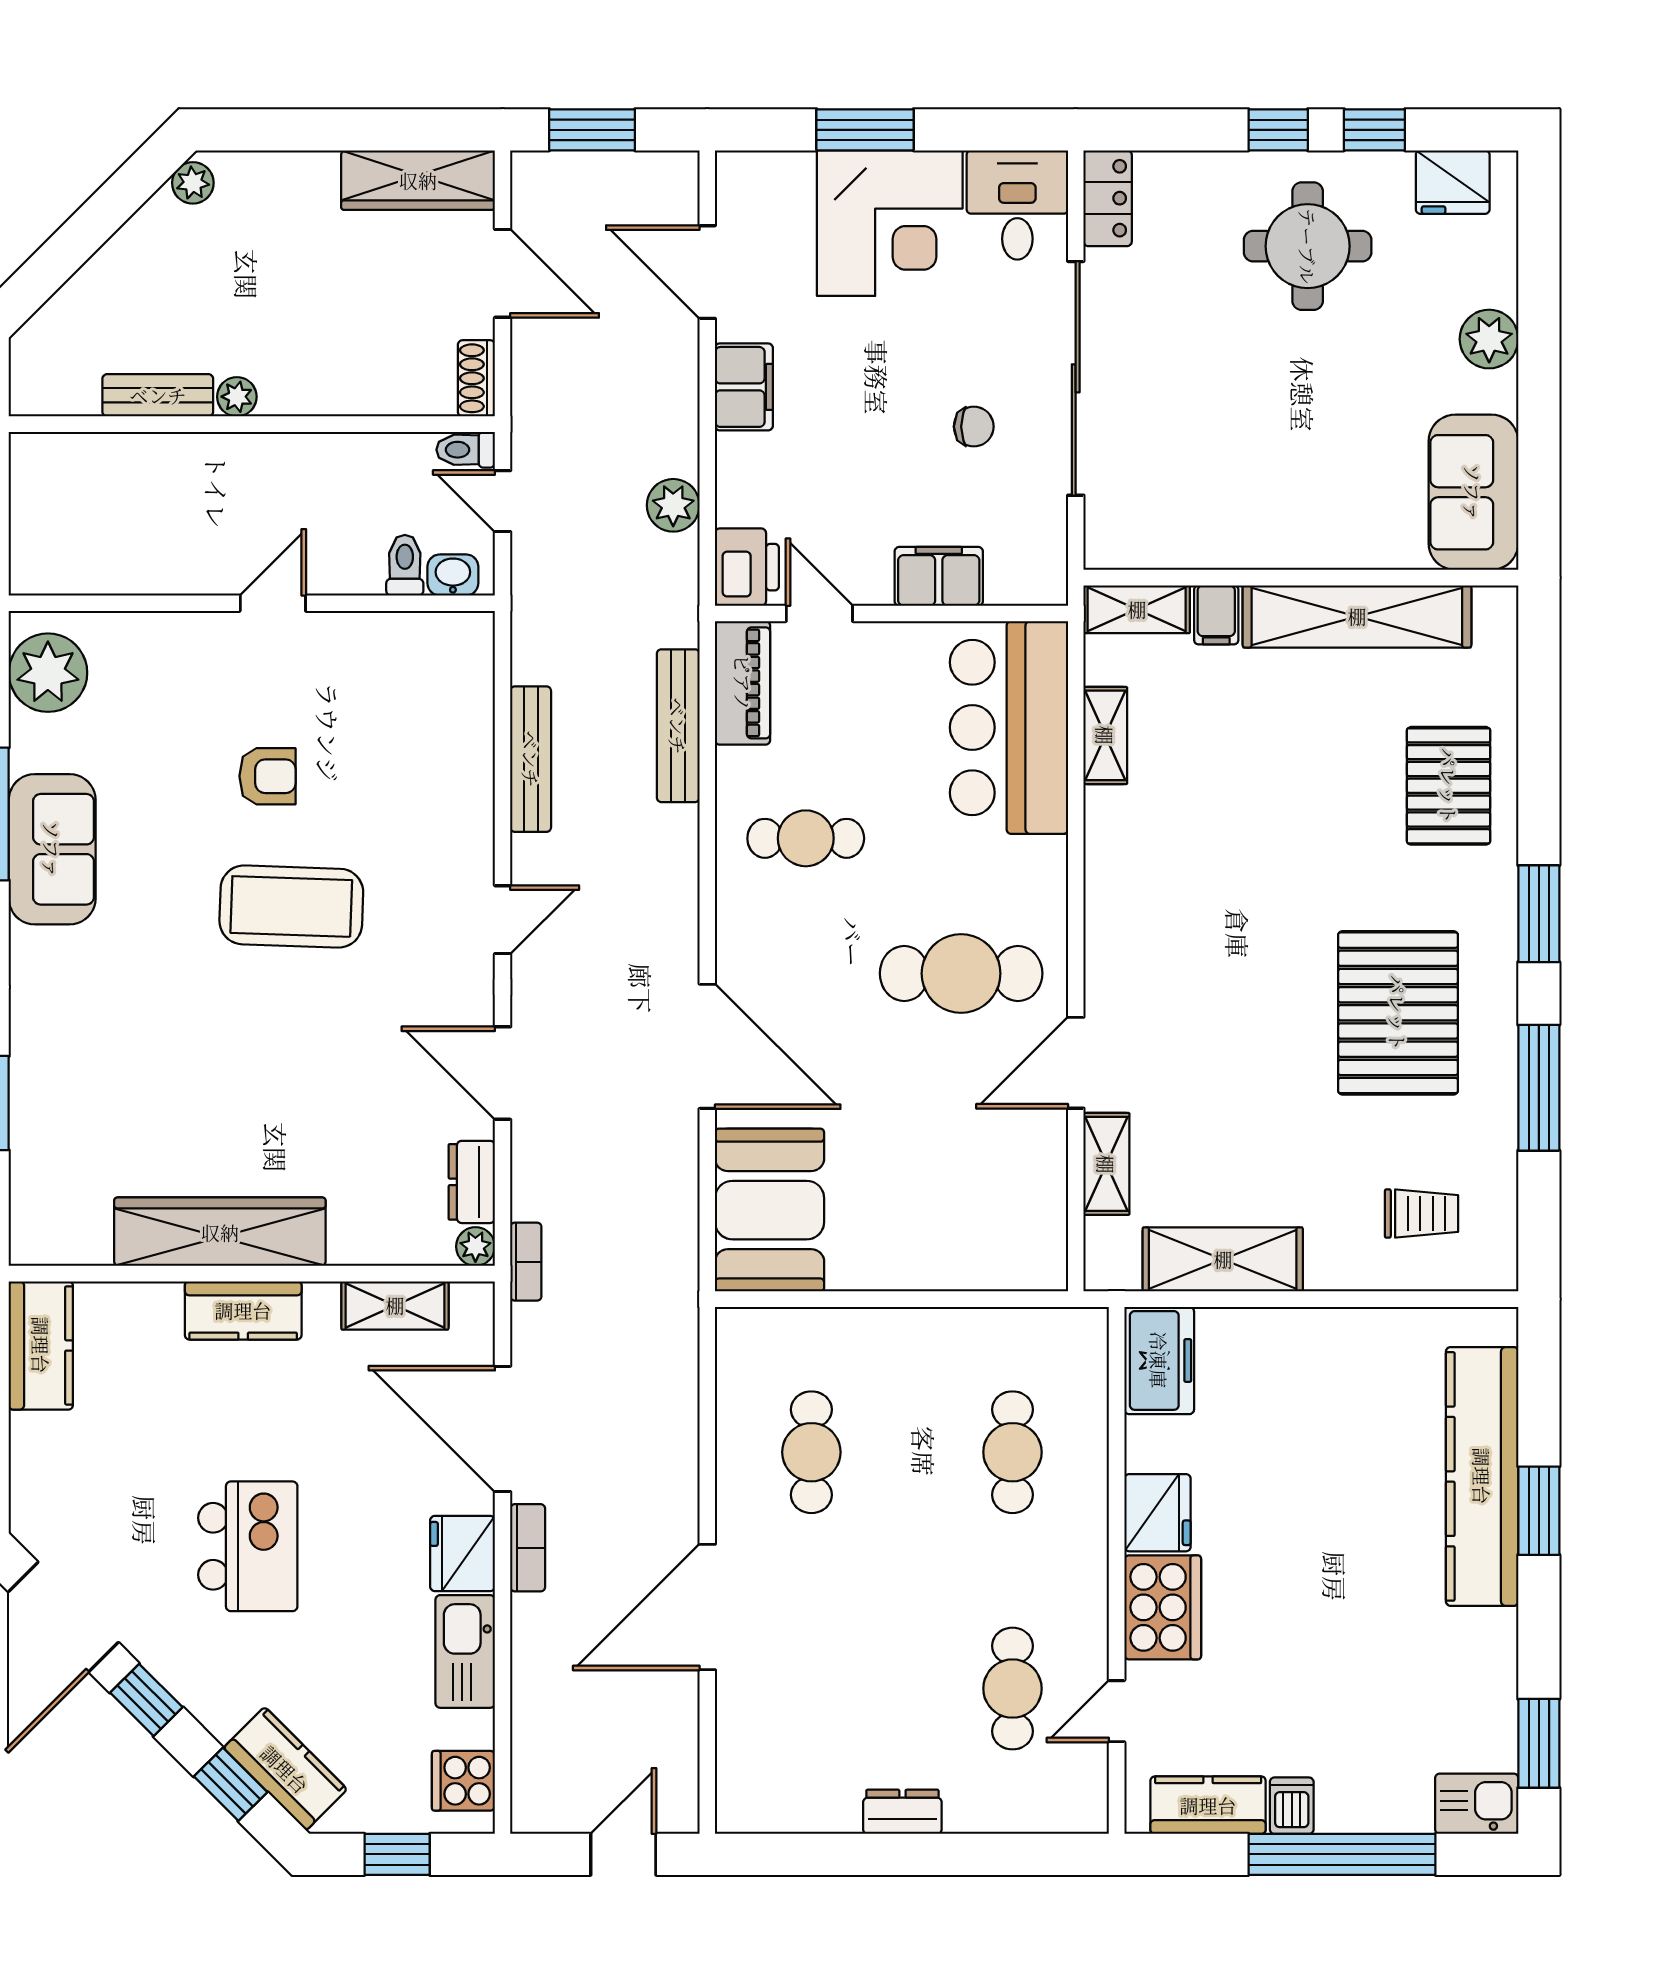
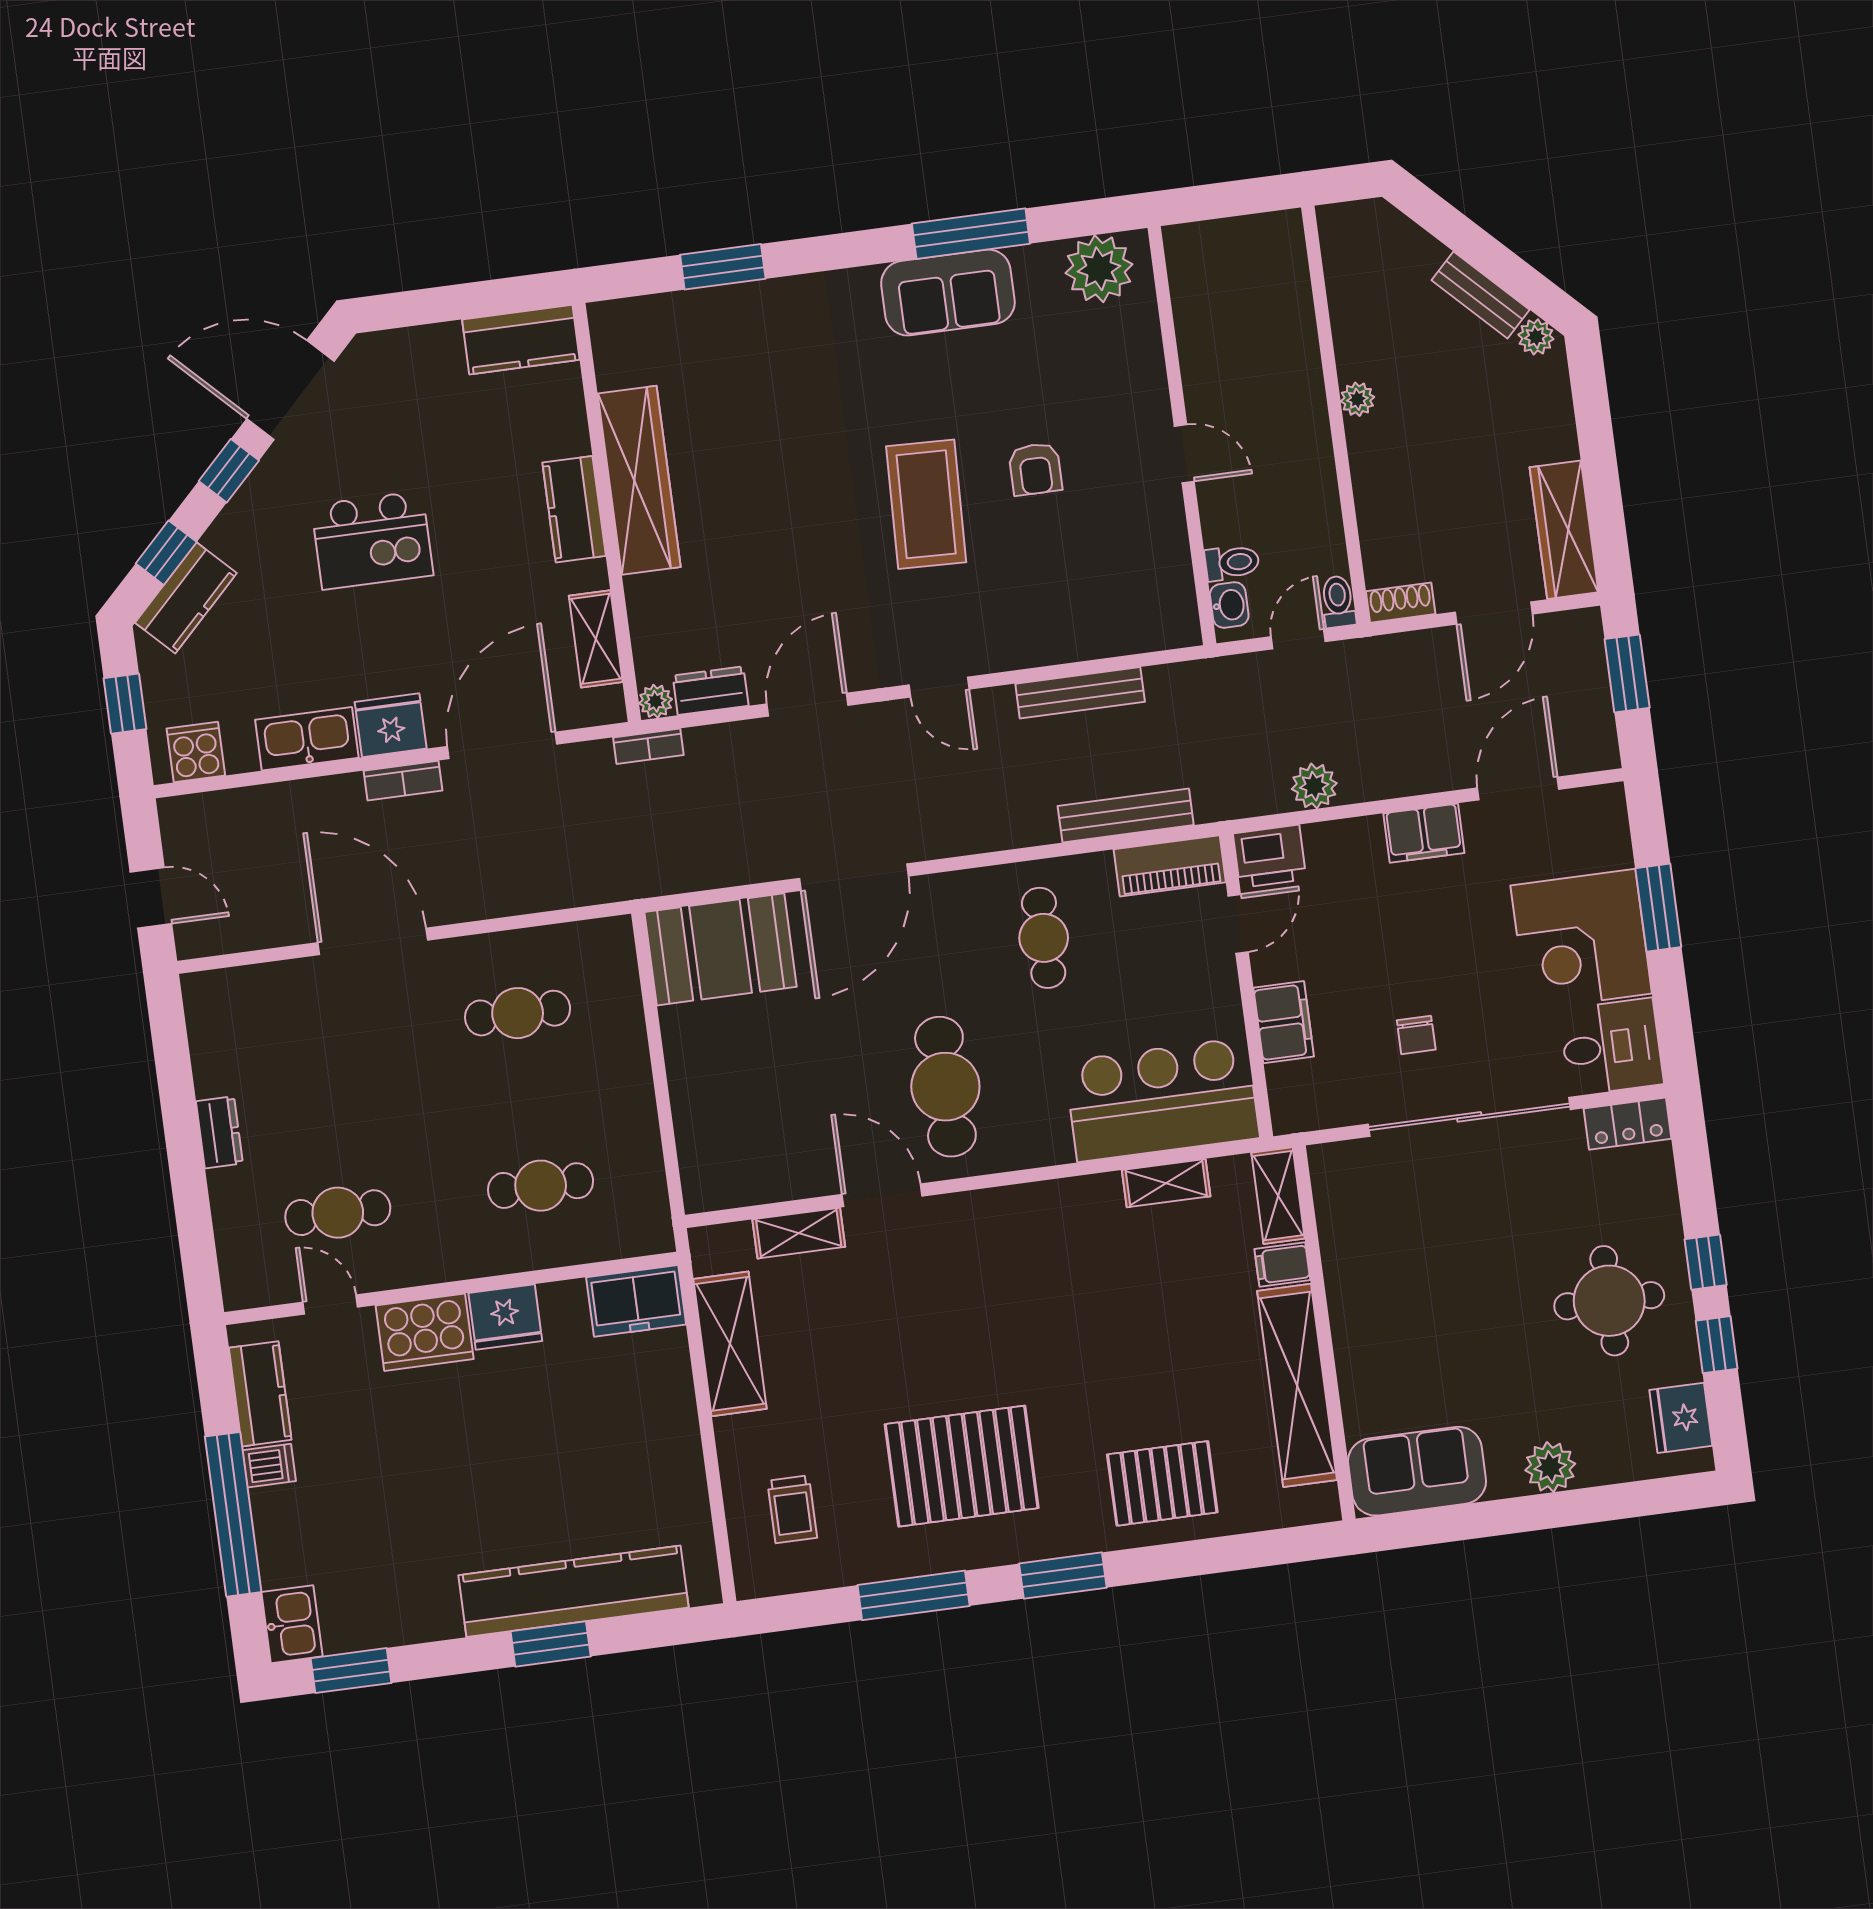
bench: (158, 395) -> (1481, 295), moved, turned -45

